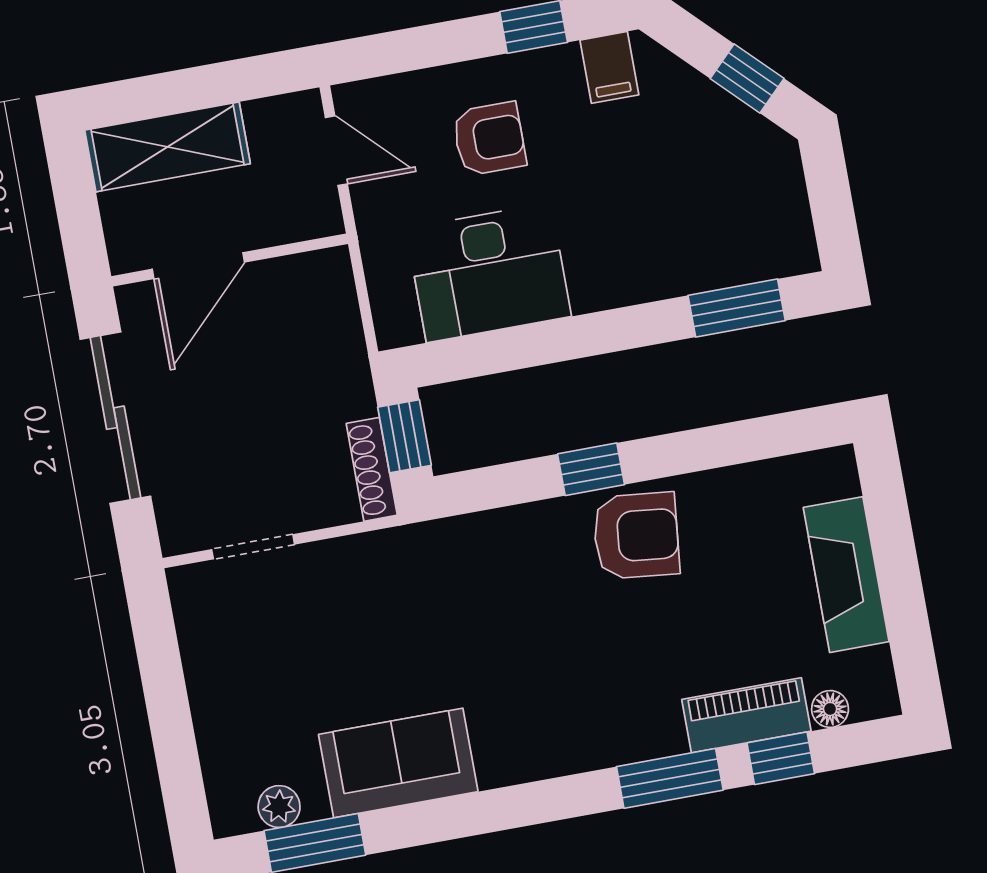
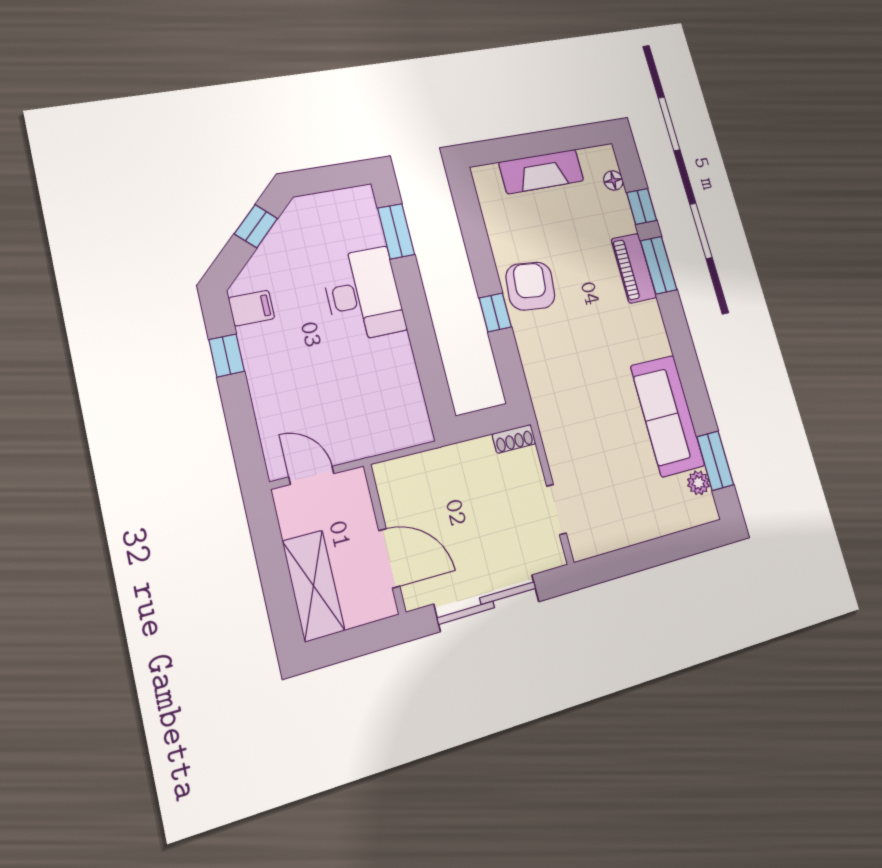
armchair: (489, 139) -> (300, 380), removed
door: (336, 151) -> (311, 475), hinge flipped
desk: (489, 273) -> (363, 294), moved
window: (404, 436) -> (485, 422), removed
shoe rack: (372, 469) -> (514, 439), width x0.70
piano: (746, 715) -> (634, 268), moved
sofa: (398, 763) -> (667, 416), width x1.36

